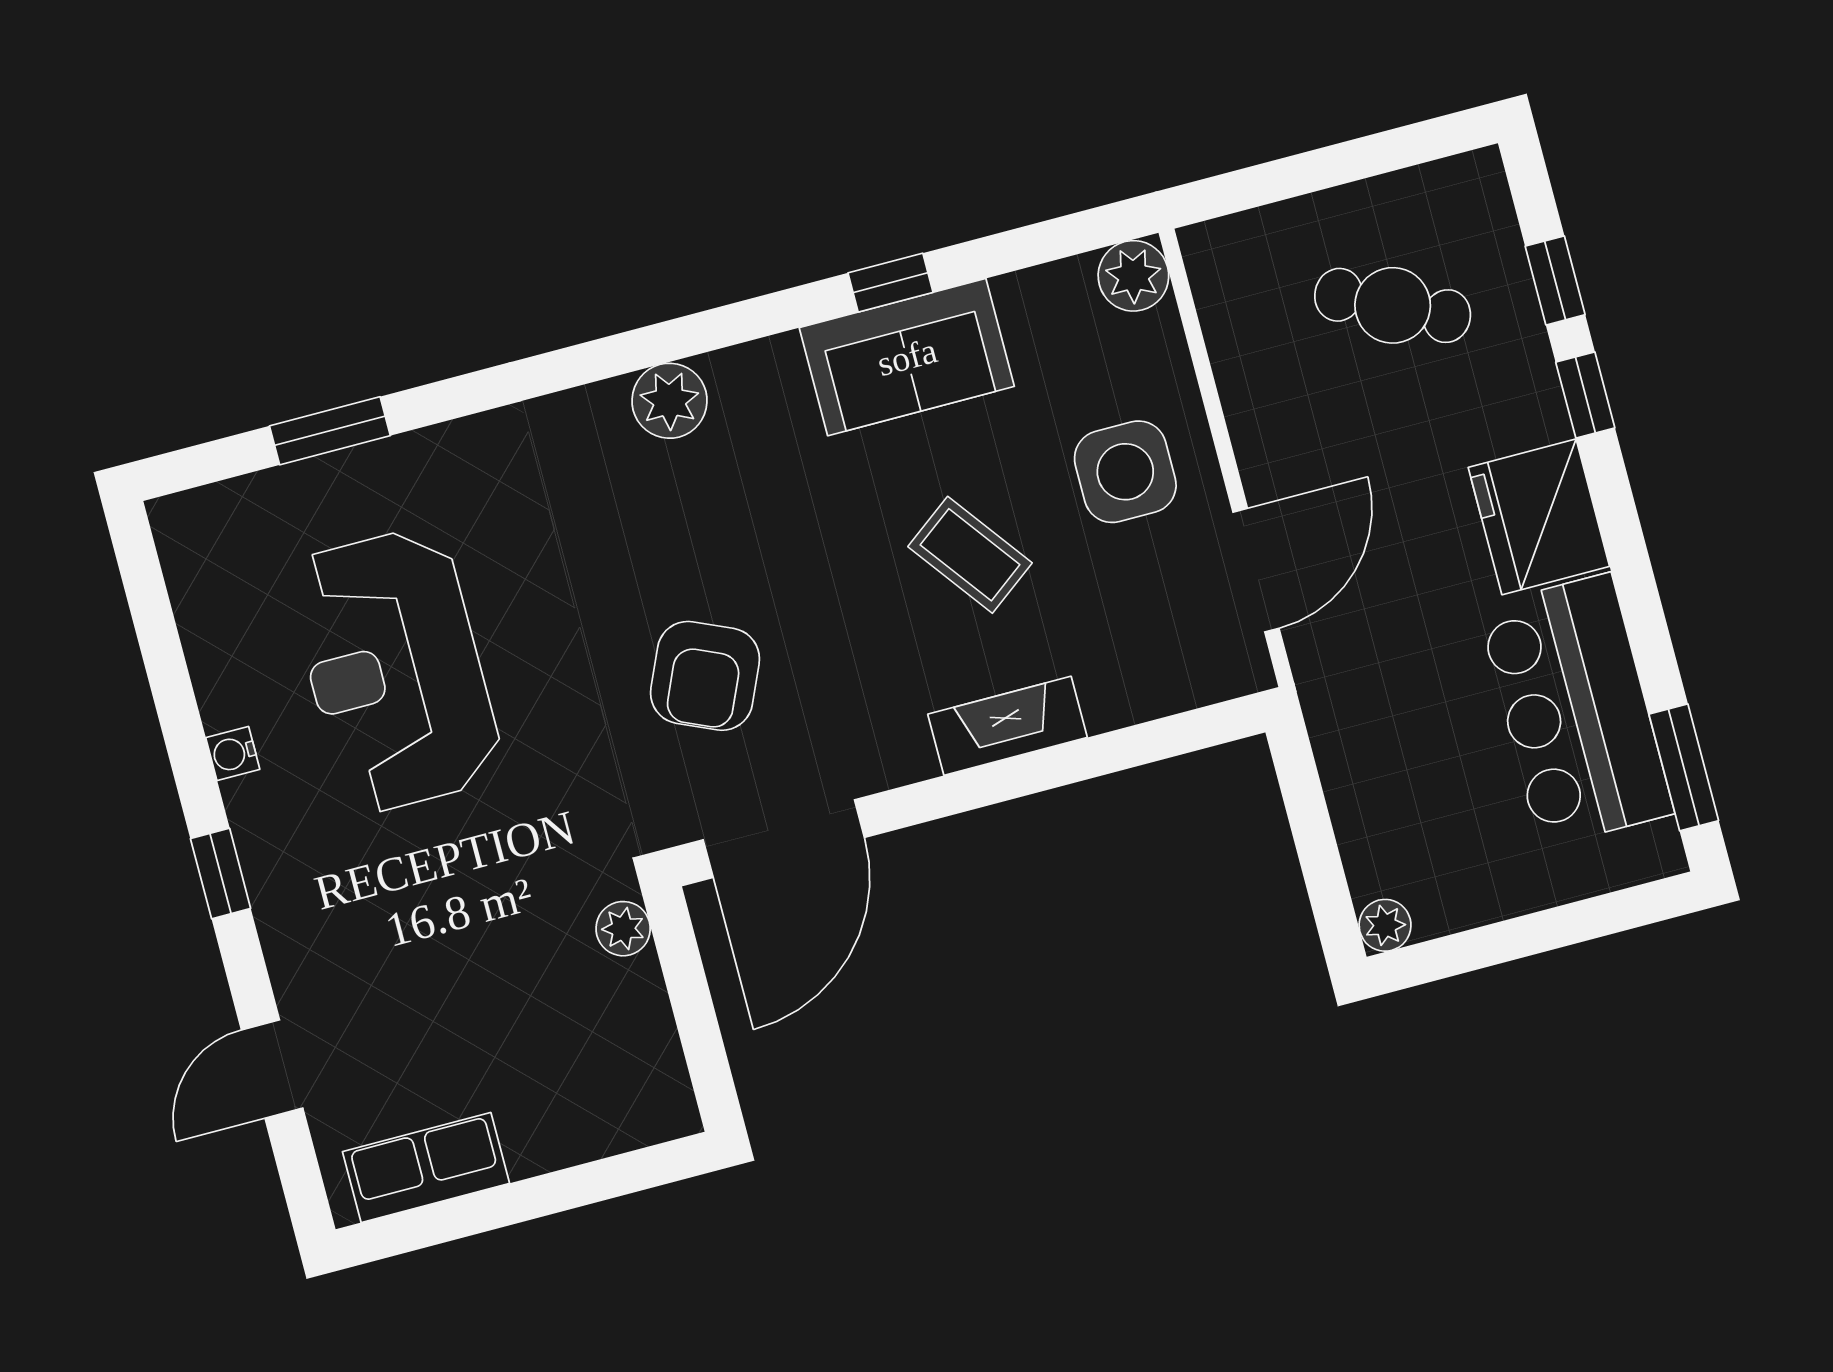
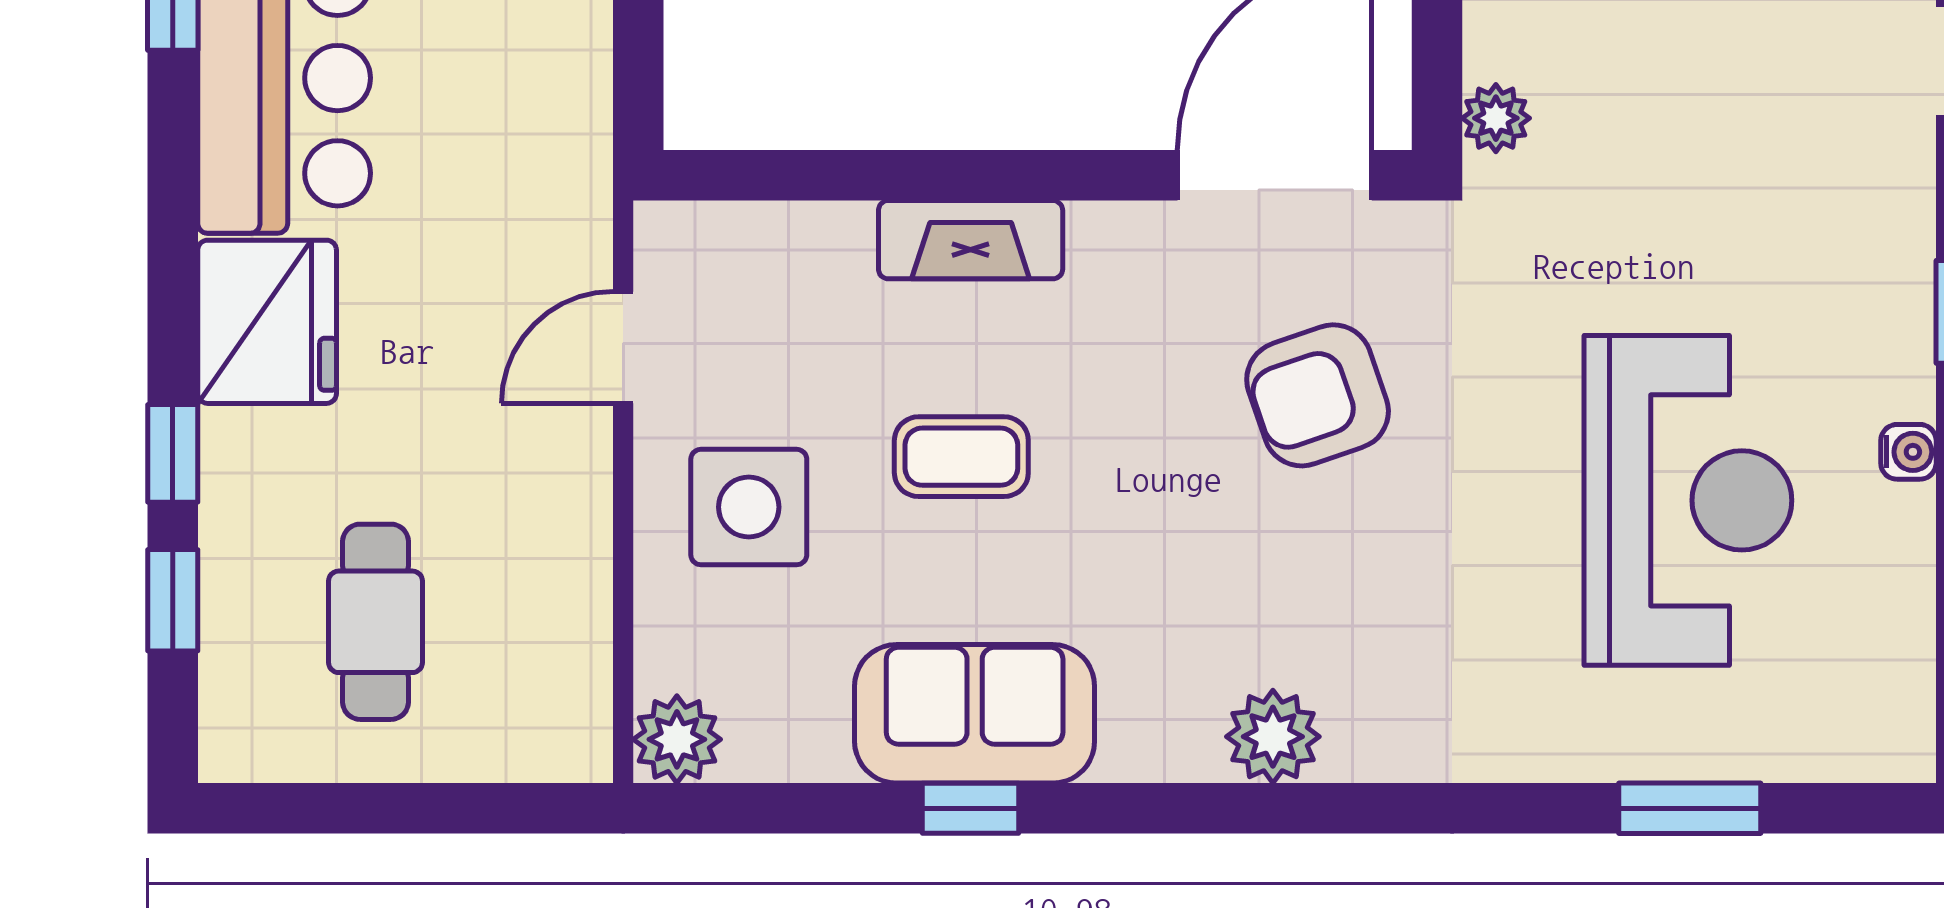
cafe table: (1393, 305) -> (376, 622), turned 64
coffee table: (970, 555) -> (961, 457), turned -53
door: (1256, 570) -> (623, 347), width x0.73
armchair: (705, 676) -> (1318, 395), turned -133

